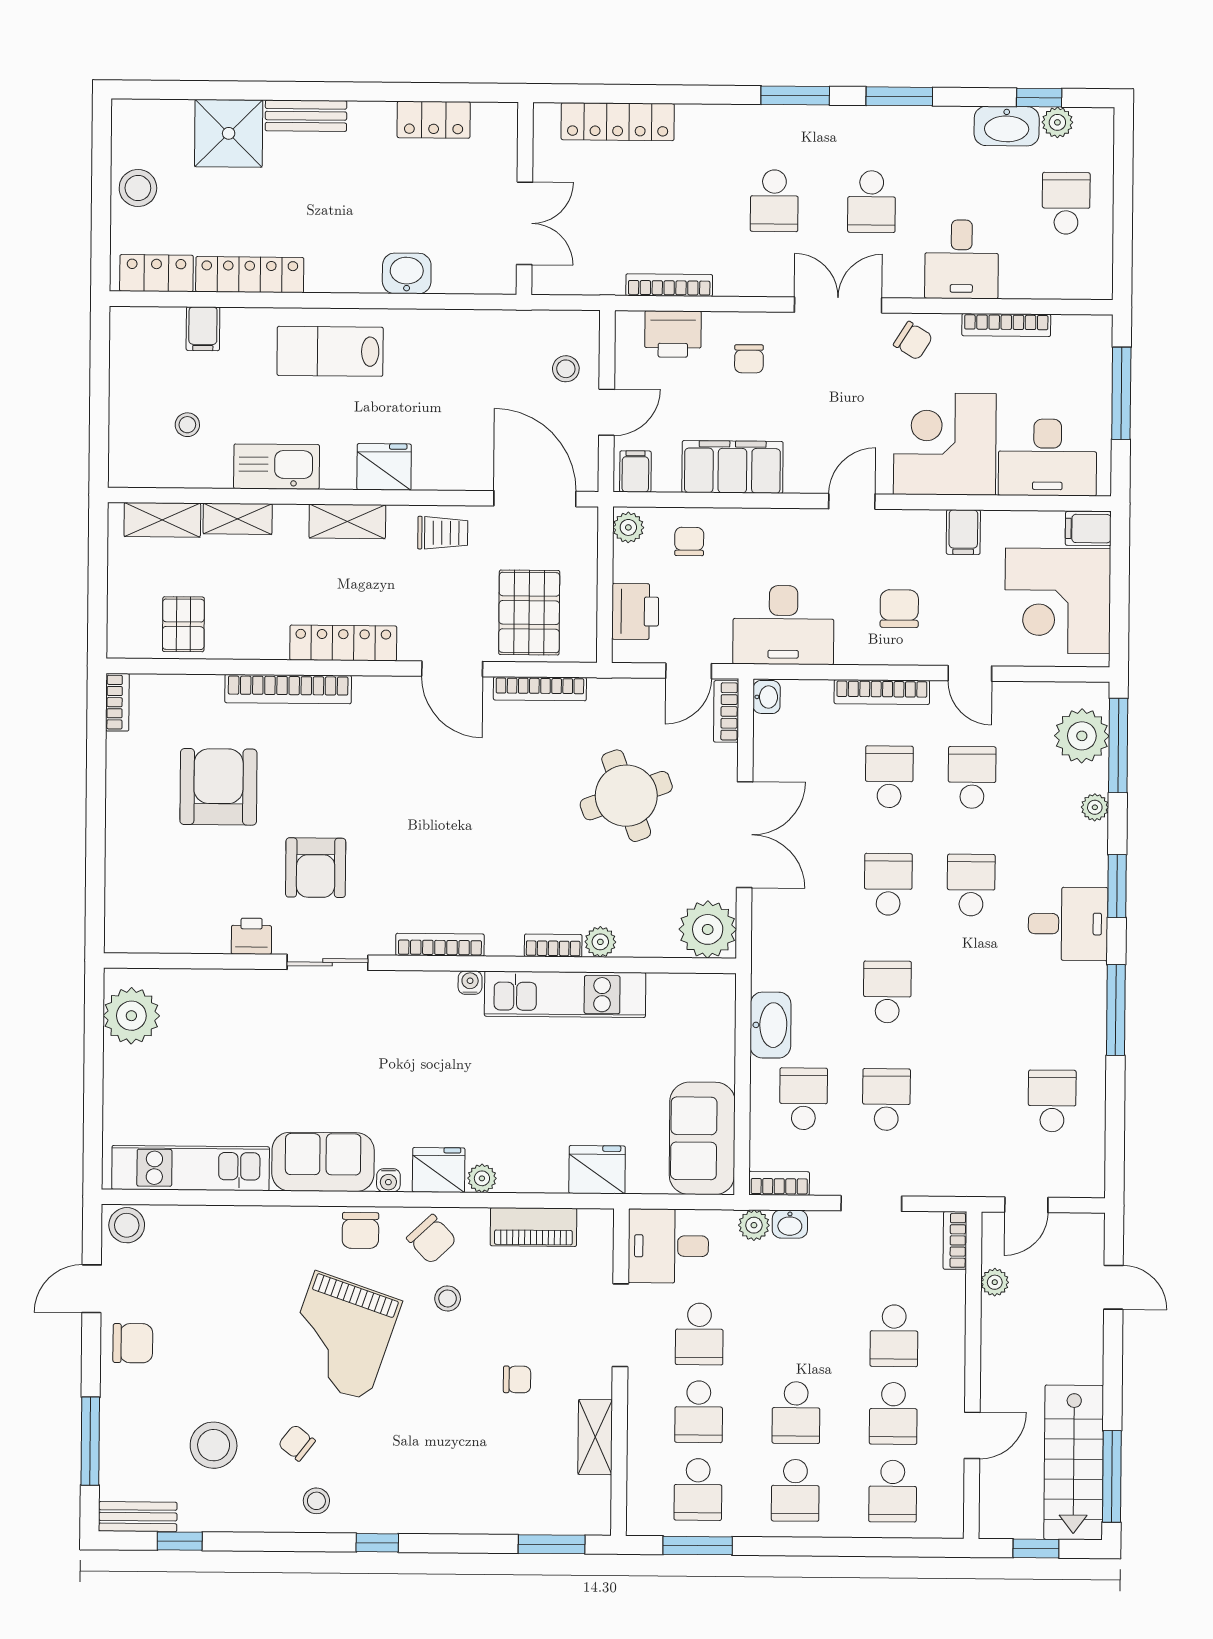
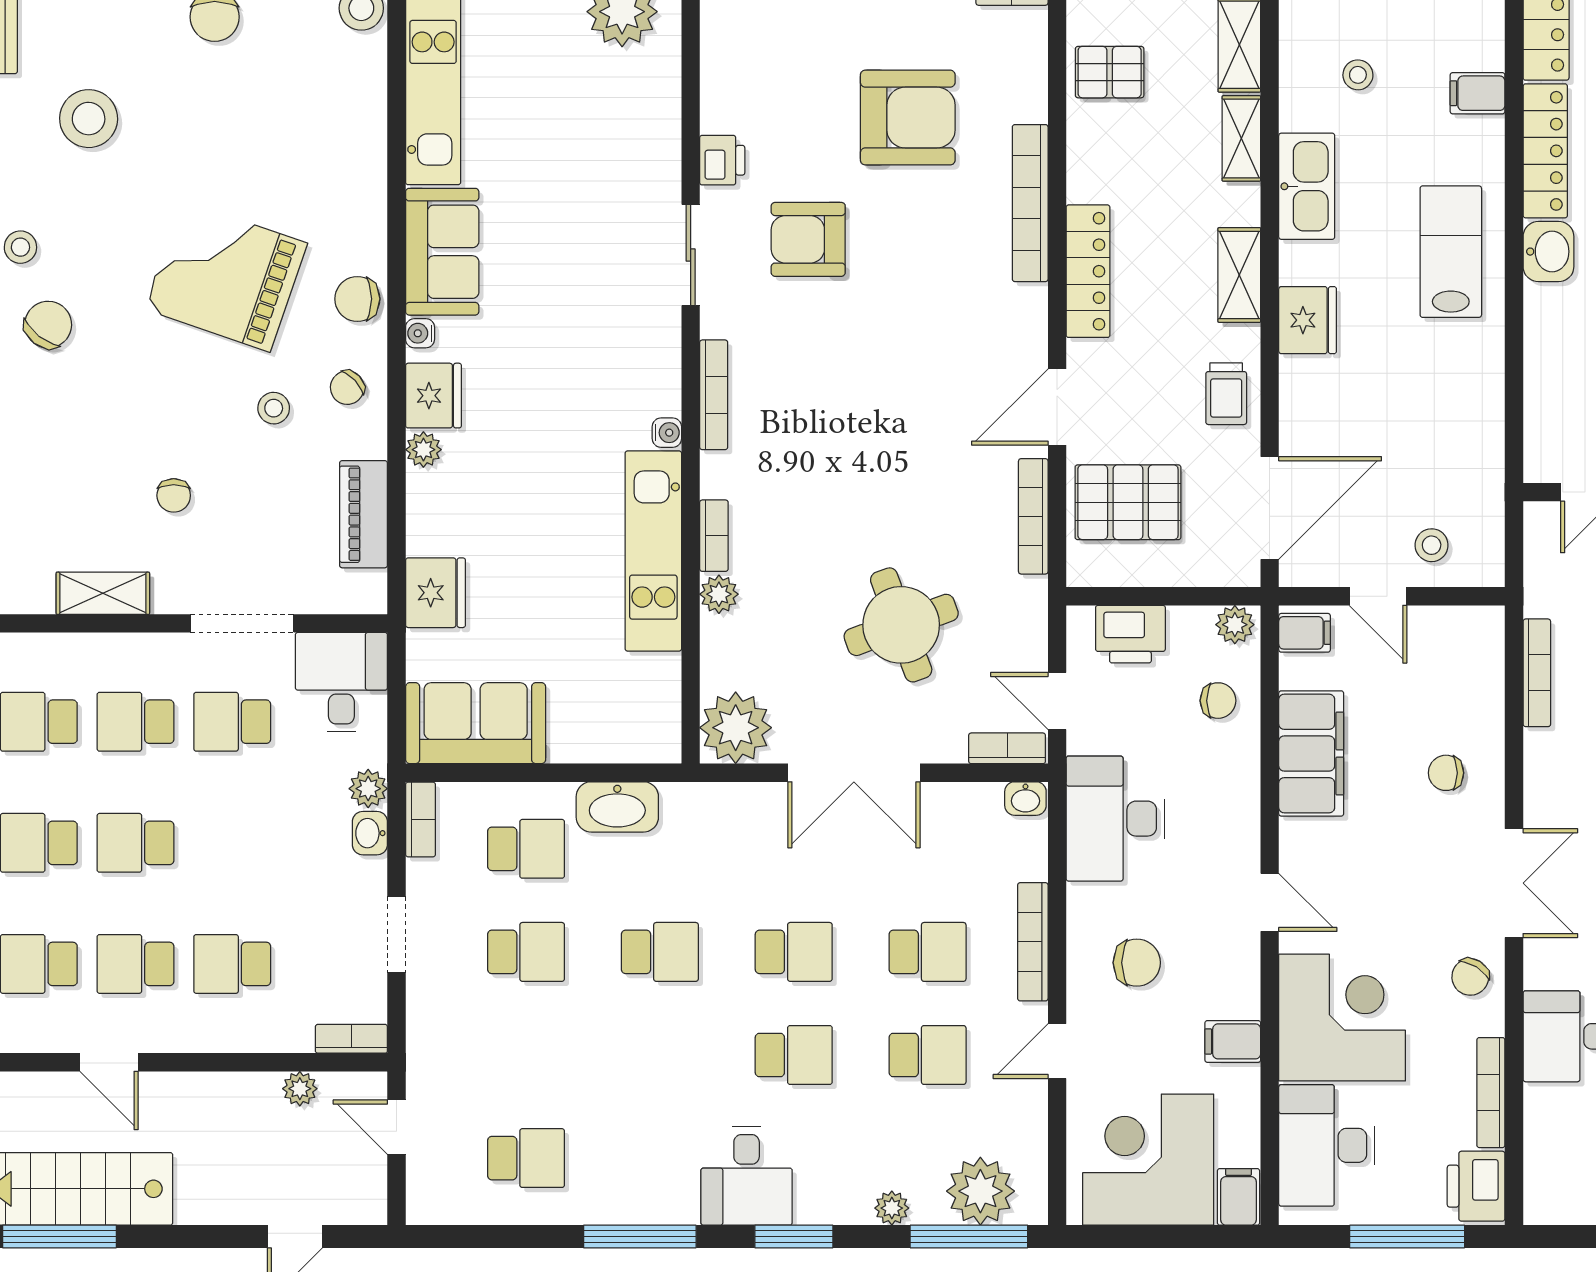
washbasin: (407, 273) -> (1548, 252), moved
printer: (673, 334) -> (1476, 1186), moved
chair: (432, 1239) -> (347, 388), width x0.73, depth x0.73
chair: (297, 1443) -> (48, 325), moved, width x1.37, depth x1.37

